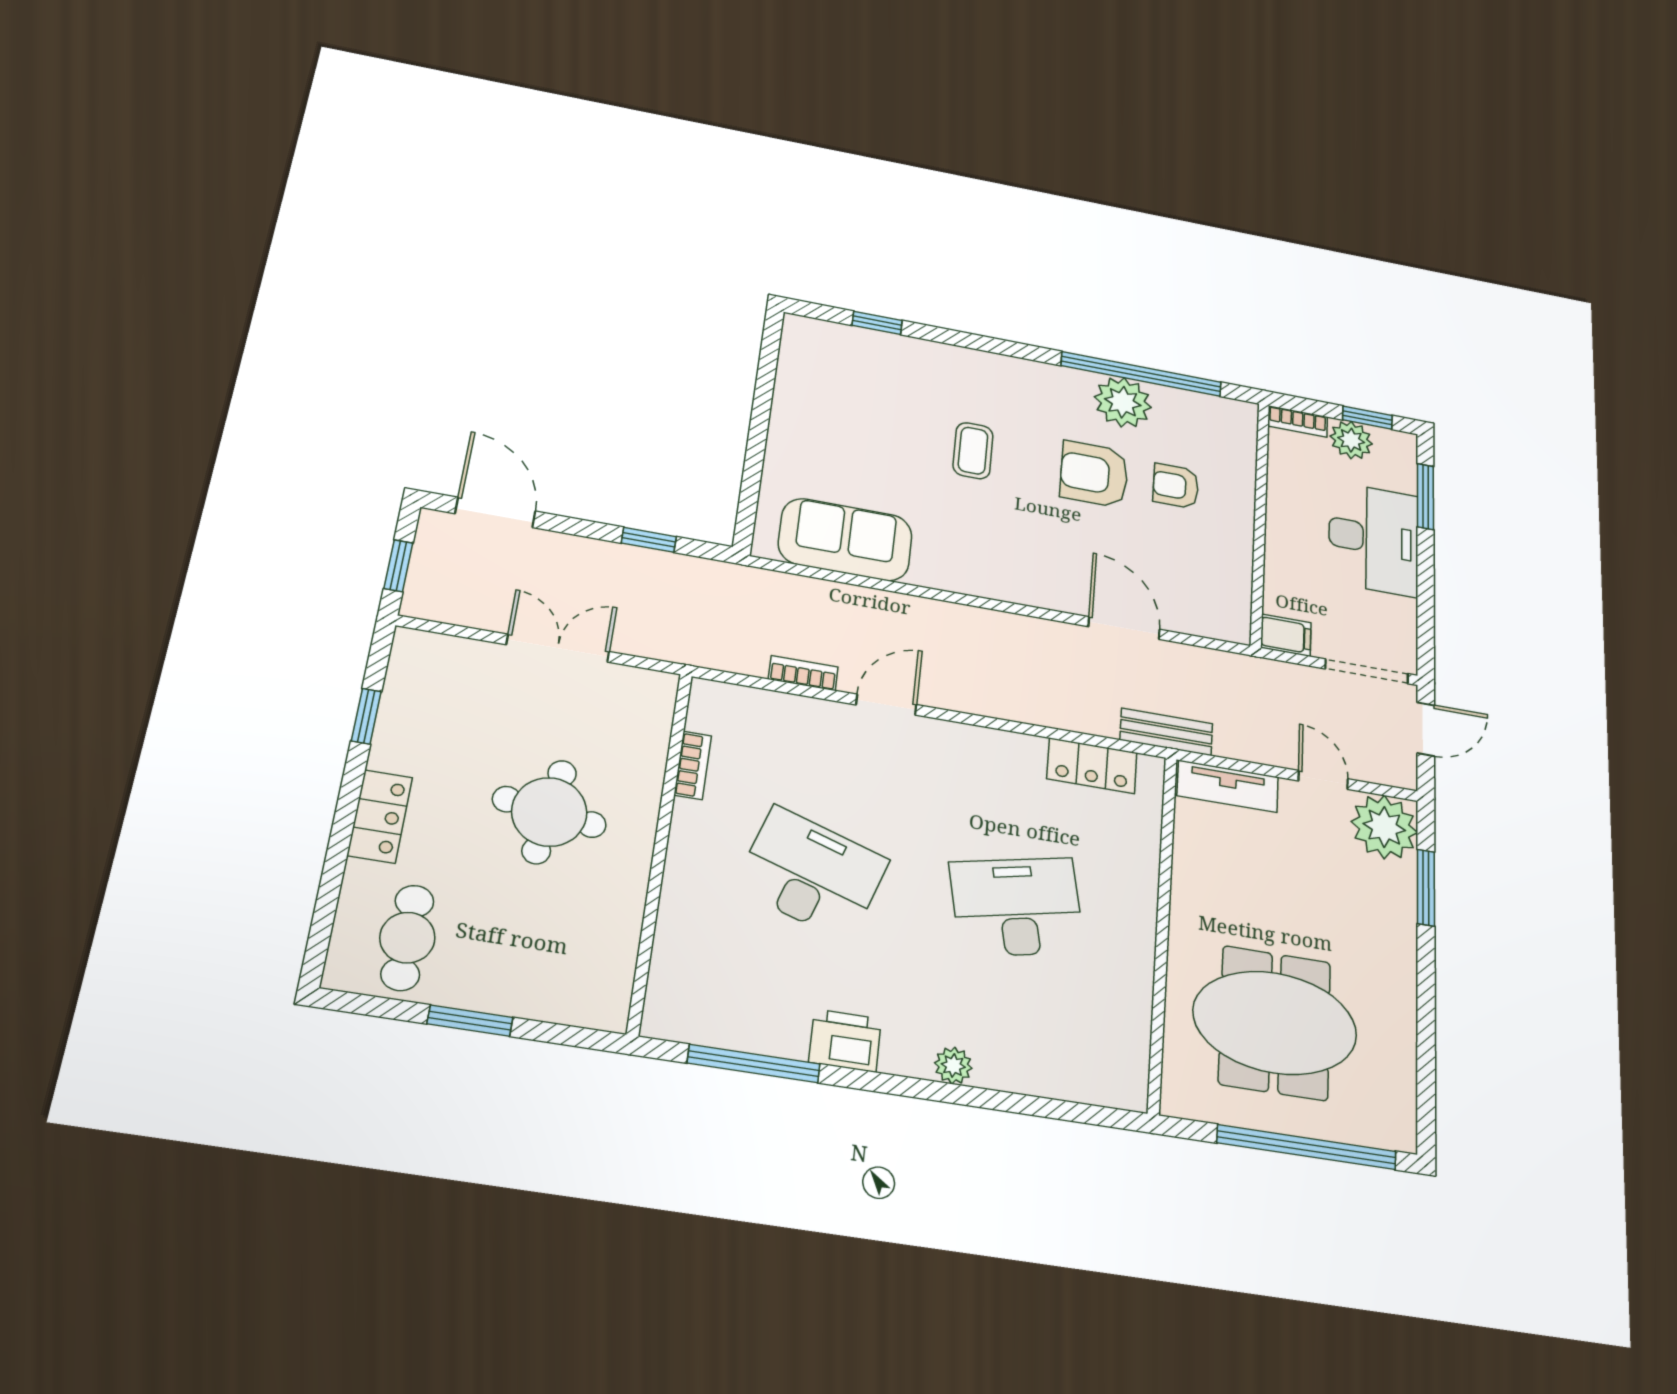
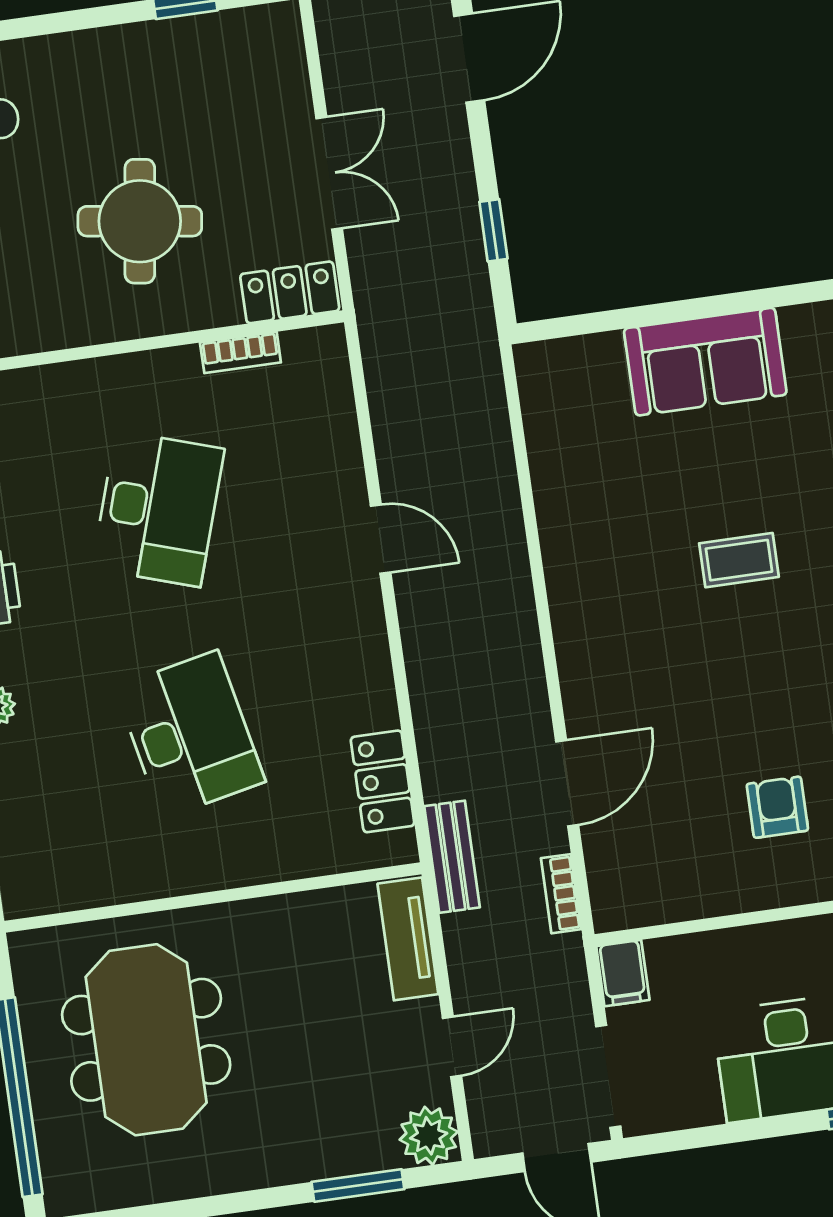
armchair: (1094, 474) -> (759, 708), removed
sofa: (845, 540) -> (705, 362), moved, turned 90
bookcase: (803, 673) -> (561, 894), moved, turned 180
locker: (380, 816) -> (290, 292), moved, turned 180
plant: (1384, 827) -> (429, 1136), width x0.73, depth x0.73

